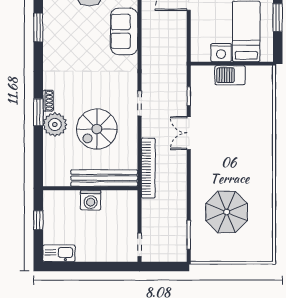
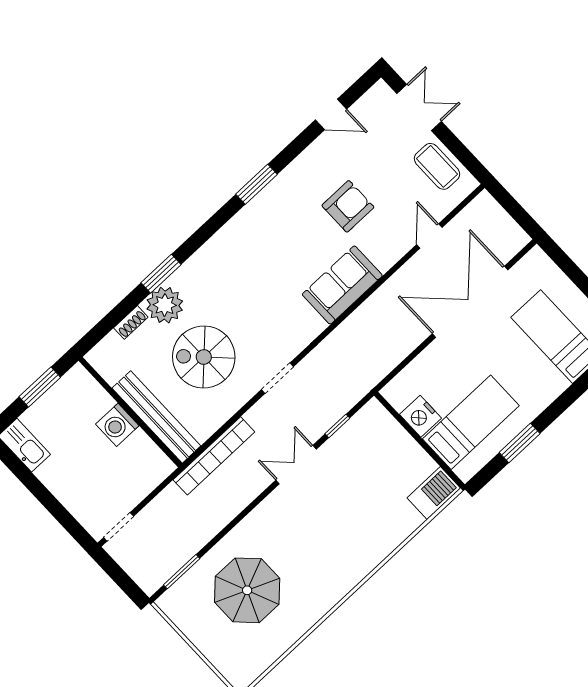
barbecue: (230, 75) -> (434, 493), moved, turned 90
shoe rack: (48, 101) -> (131, 322), moved
window: (38, 220) -> (40, 387), width x1.50

